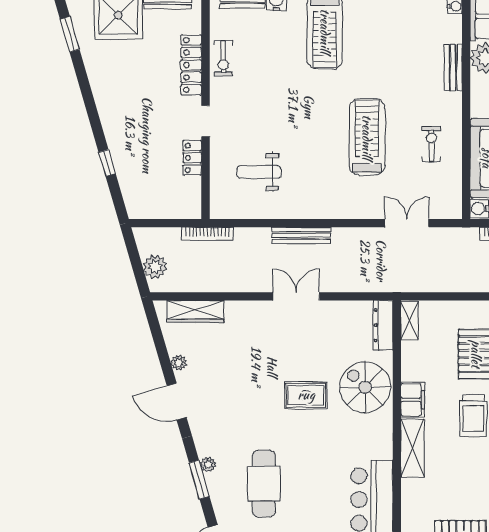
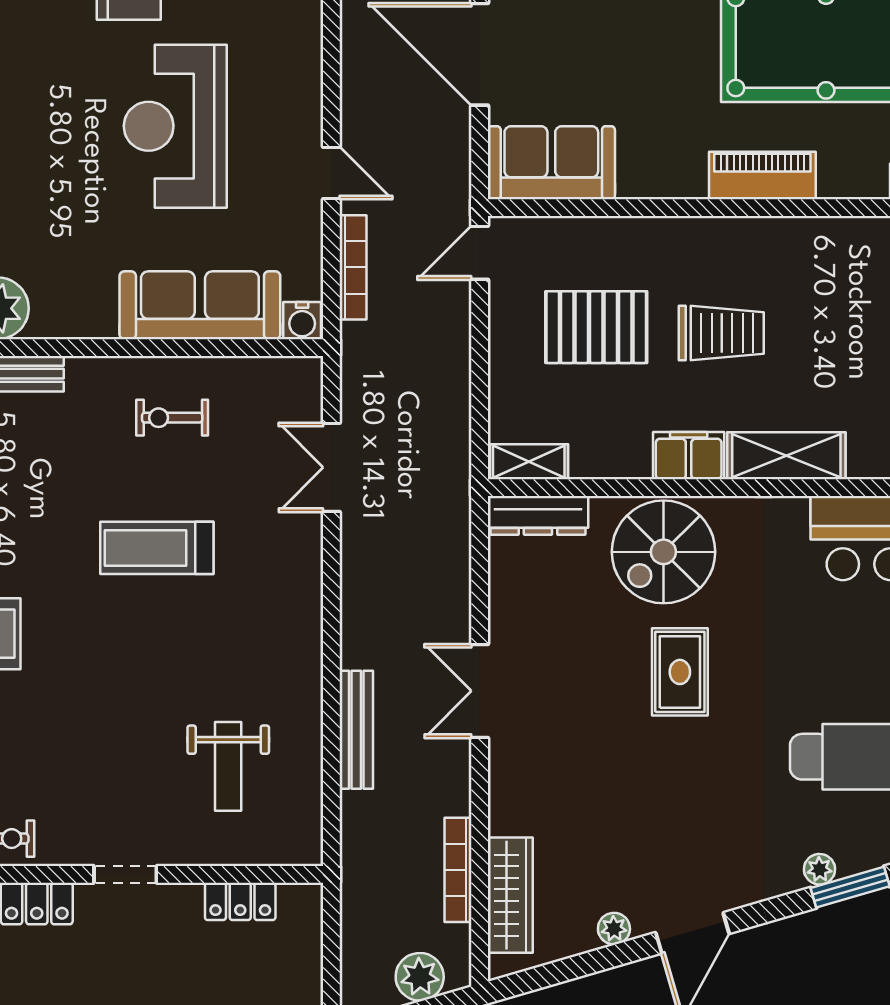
treadmill: (367, 137) -> (157, 548), width x0.73, depth x0.73
locker: (192, 158) -> (240, 901), moved
bookcase: (207, 234) -> (458, 870), moved, turned 180
bench: (301, 235) -> (356, 730), moved

